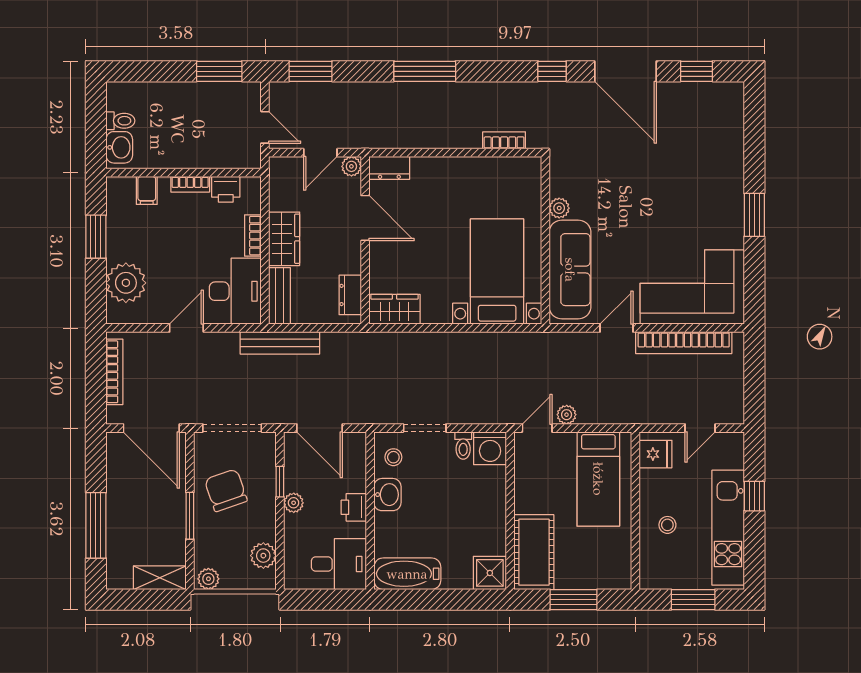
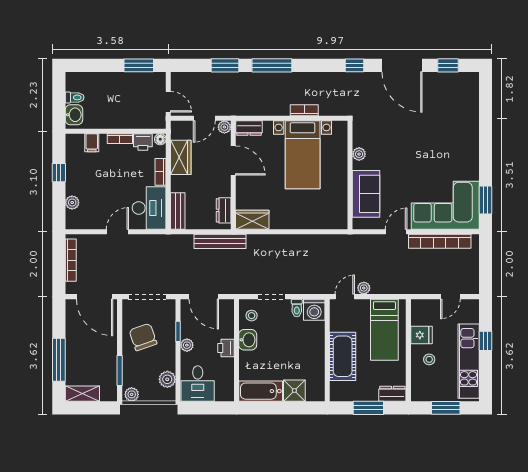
window: (311, 71) -> (225, 65), moved
bookcase: (504, 140) -> (304, 110), moved
floor lamp: (252, 185) -> (160, 139), added
window: (754, 215) -> (485, 200), moved
window: (96, 237) -> (59, 173), width x0.67
wardrobe: (284, 239) -> (181, 157), moved
sofa: (570, 270) -> (366, 194), width x0.73
bed with nightstands: (497, 272) -> (303, 155), moved, turned 180
plant: (126, 283) -> (72, 203), width x0.53, depth x0.53
bench: (280, 343) -> (220, 241), moved
fridge: (656, 454) -> (421, 335), moved
window: (190, 516) -> (120, 370), moved
cot: (534, 552) -> (343, 356), moved
desk: (339, 564) -> (198, 384), moved, turned 90
shower: (490, 573) -> (294, 391), moved
shelving: (160, 578) -> (82, 394), moved
dresser: (611, 578) -> (392, 394), added

